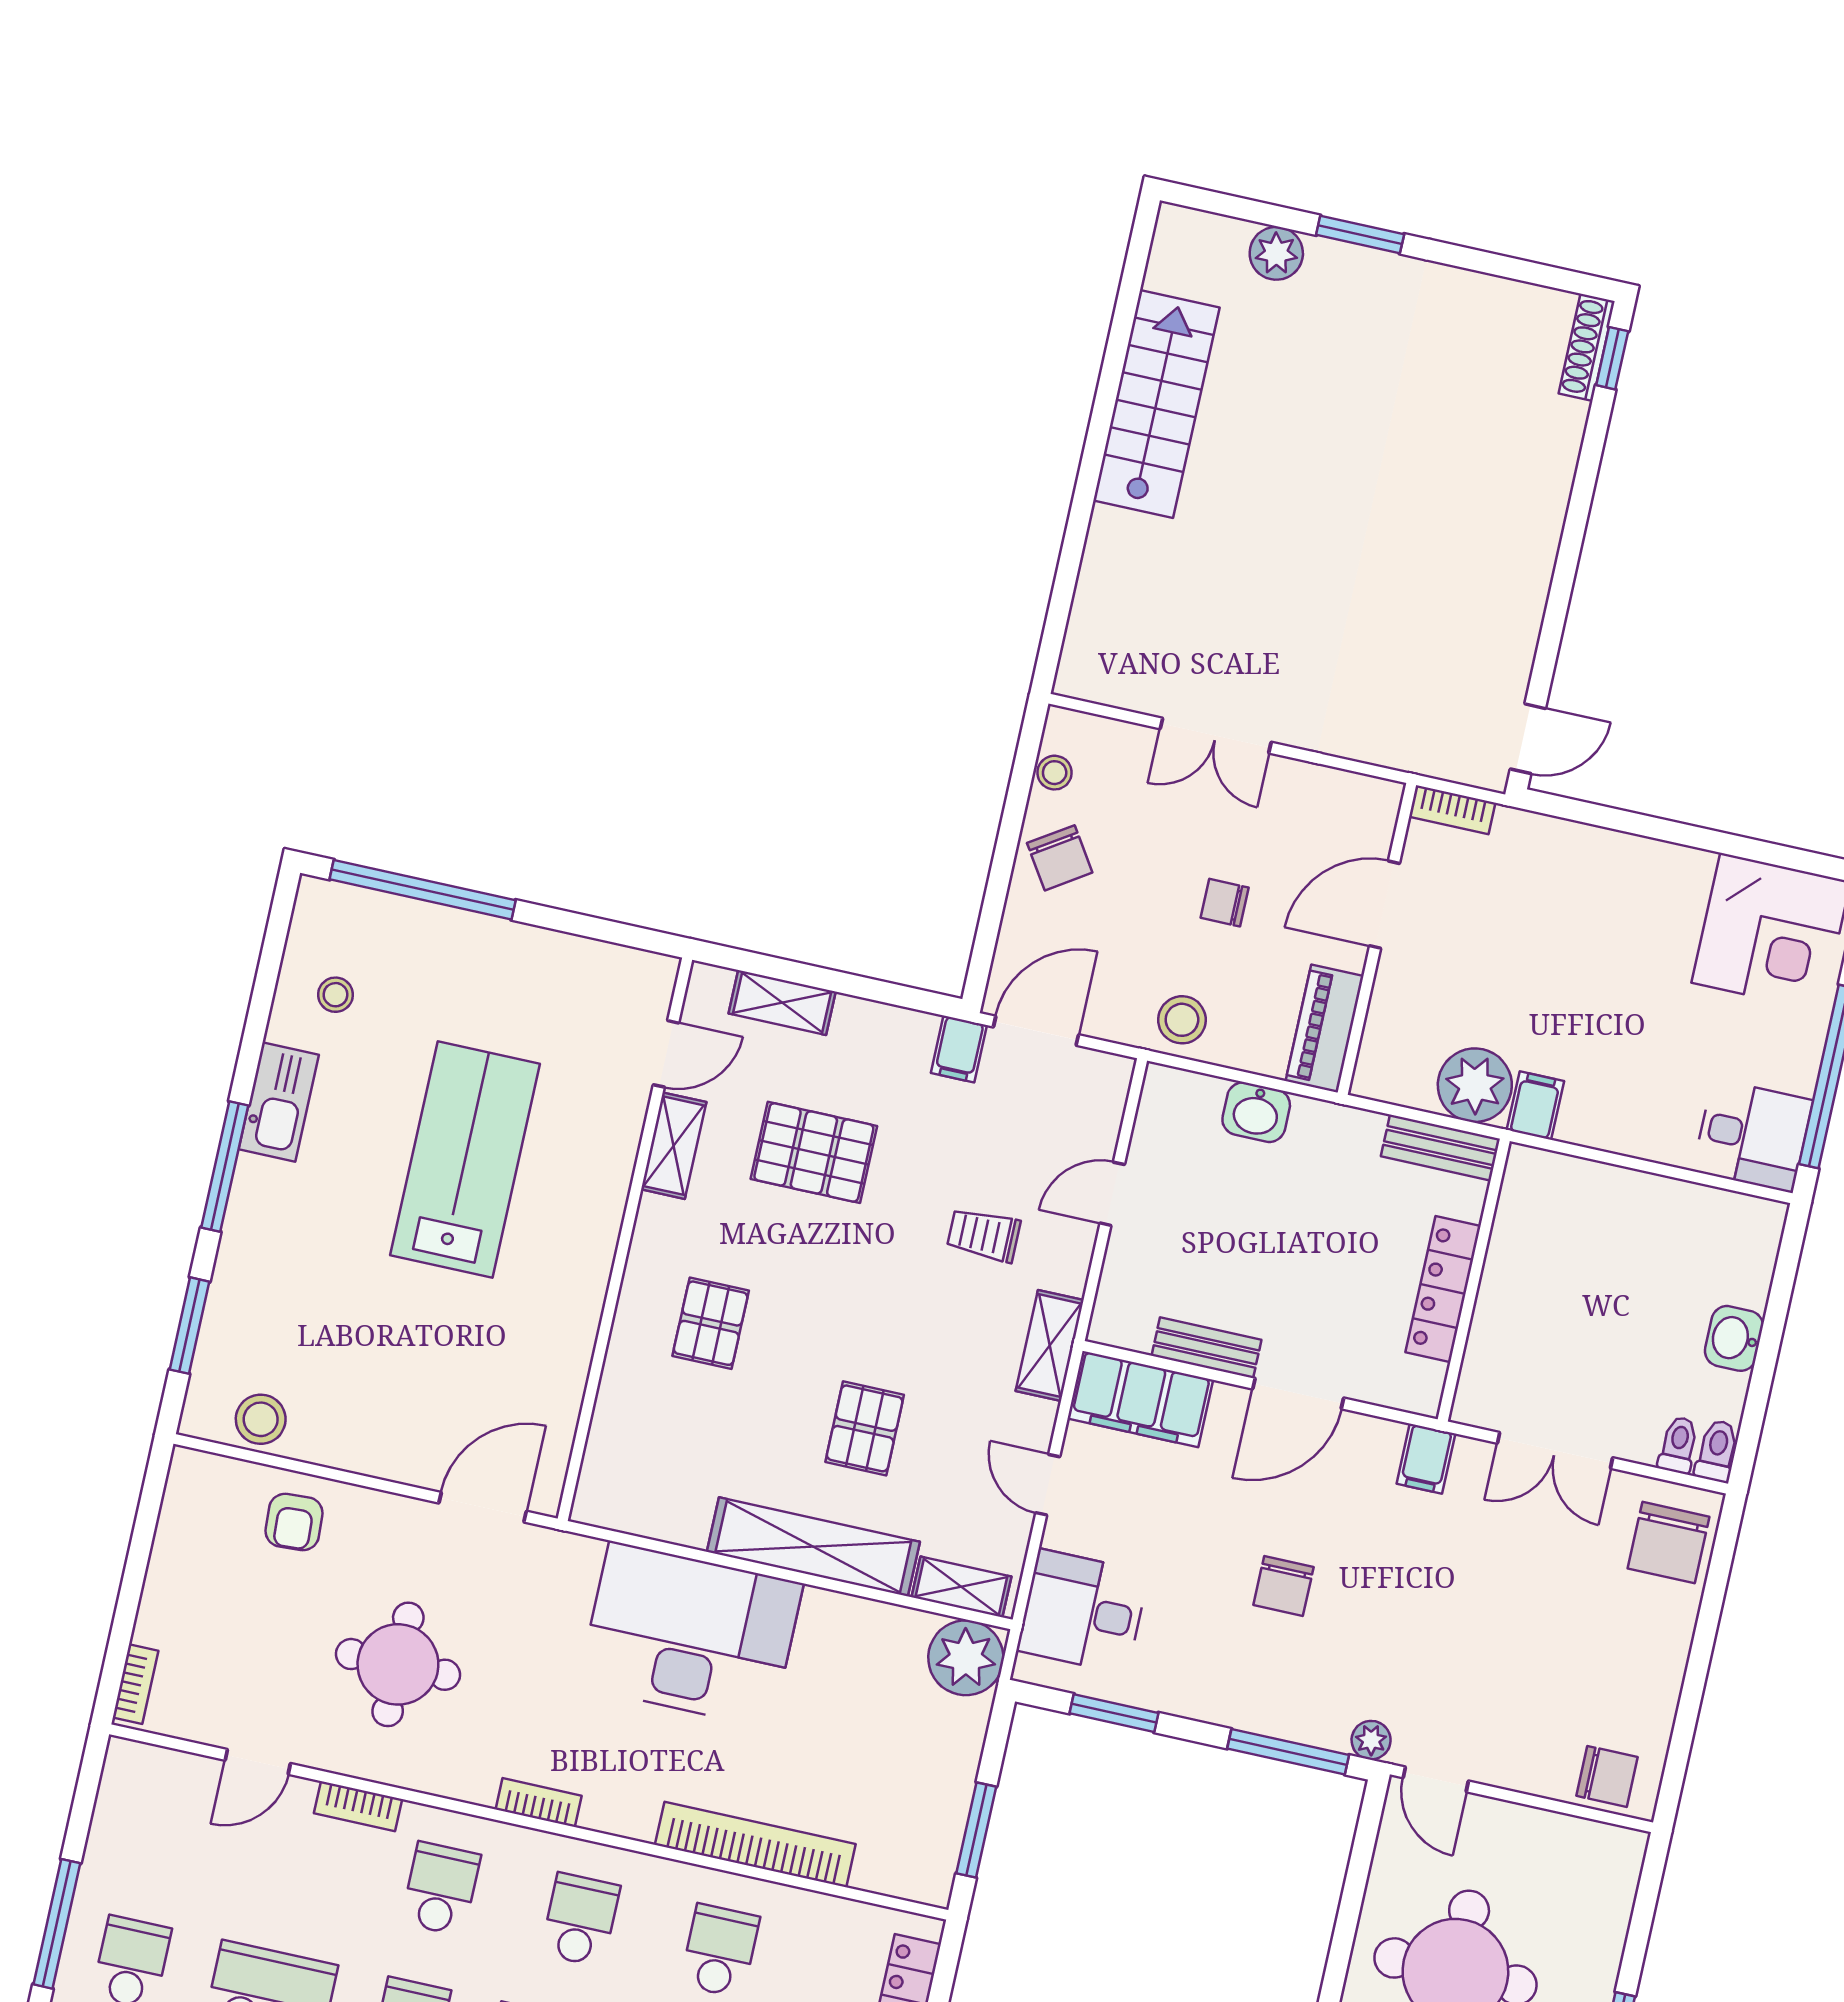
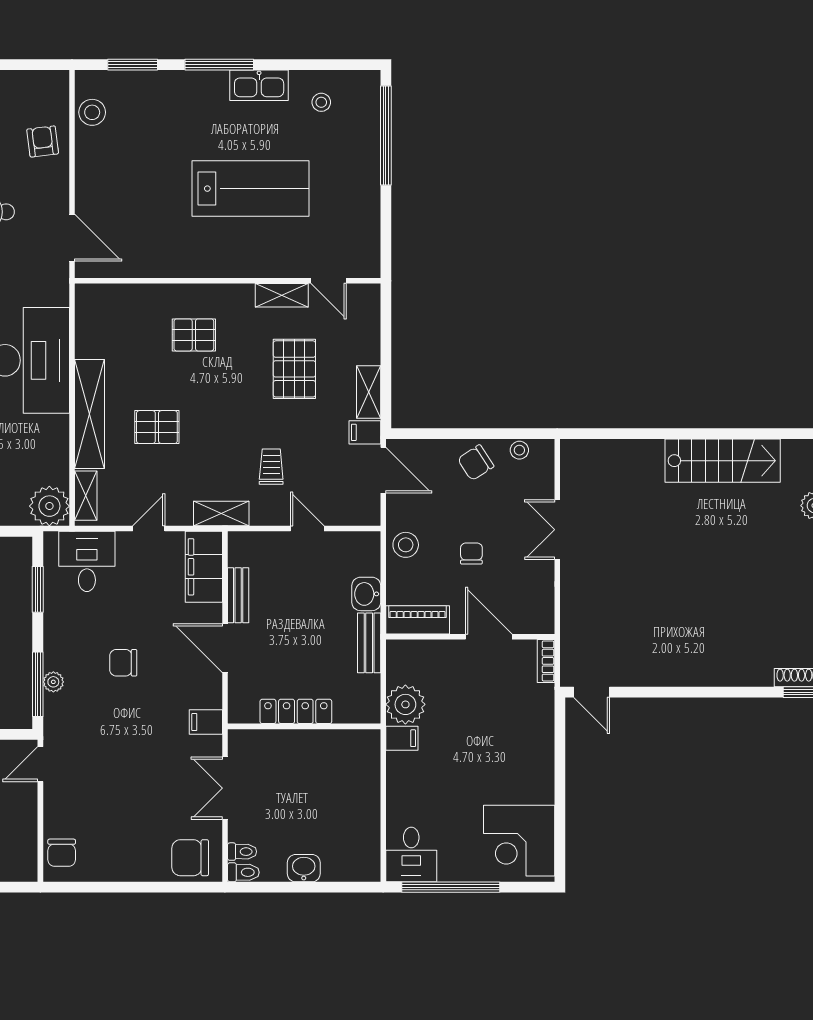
shelving: (782, 1003) -> (369, 392), moved
bench: (1440, 1148) -> (369, 643), moved
armchair: (294, 1522) -> (43, 141), turned 86
plant: (1371, 1740) -> (53, 682), moved

